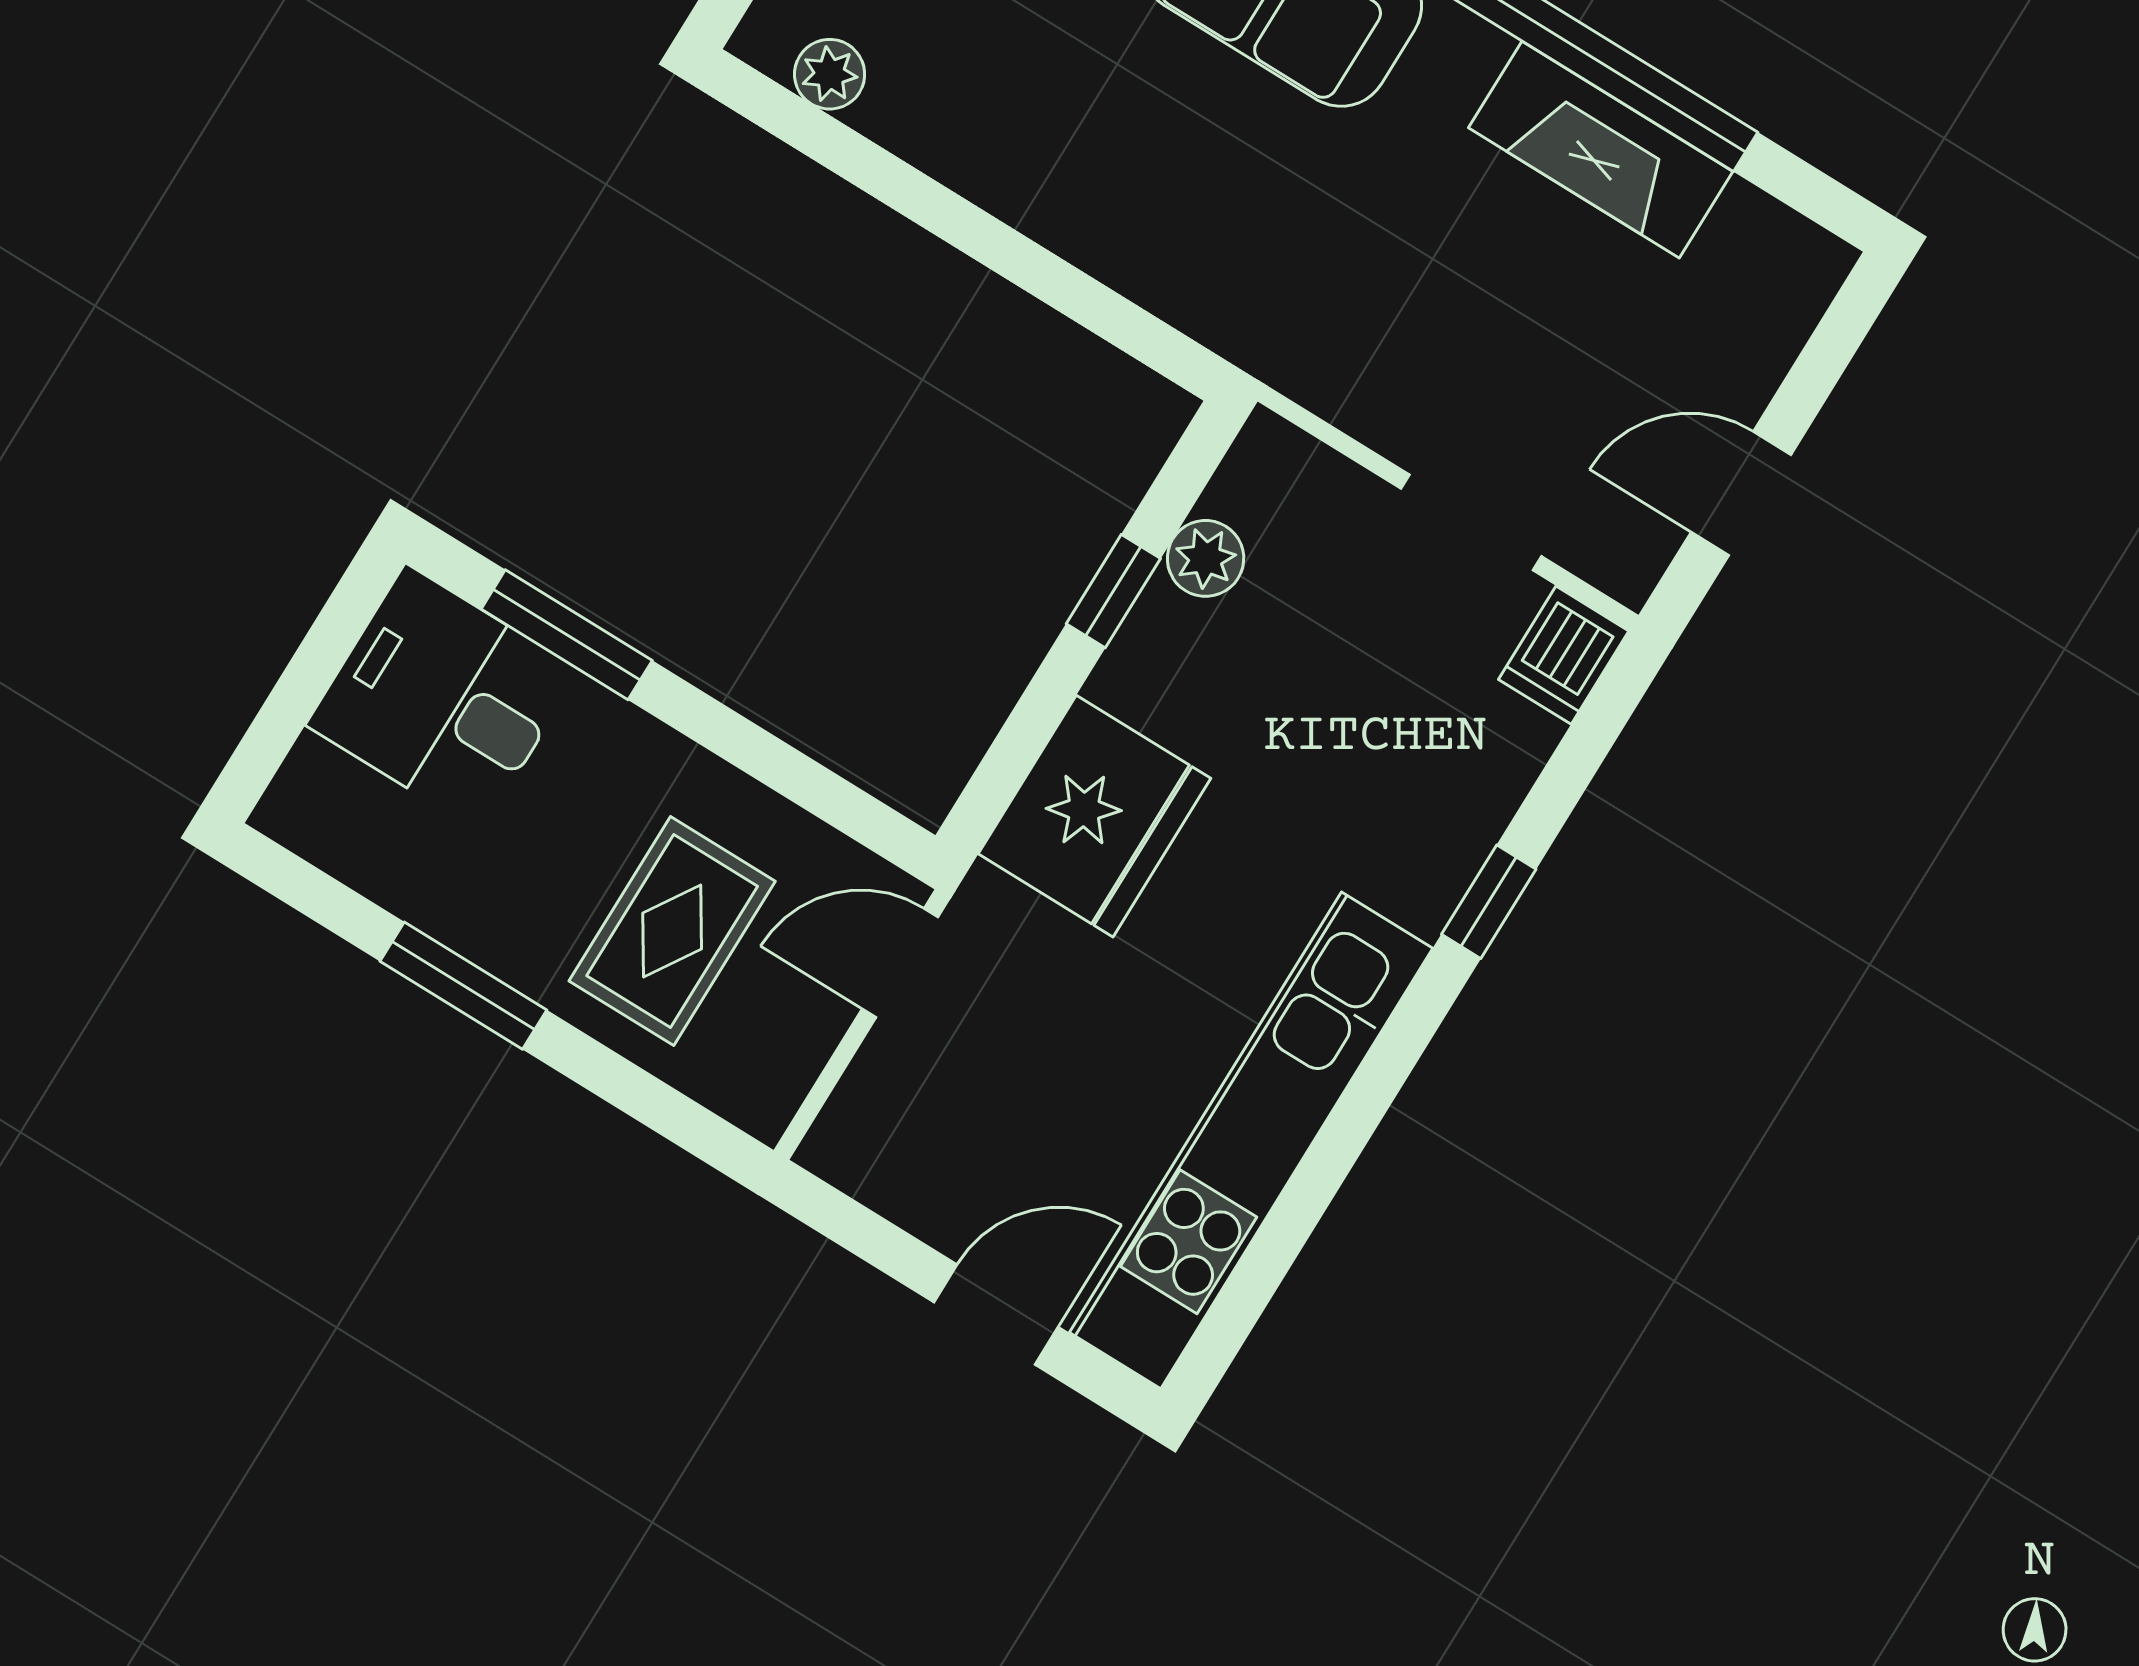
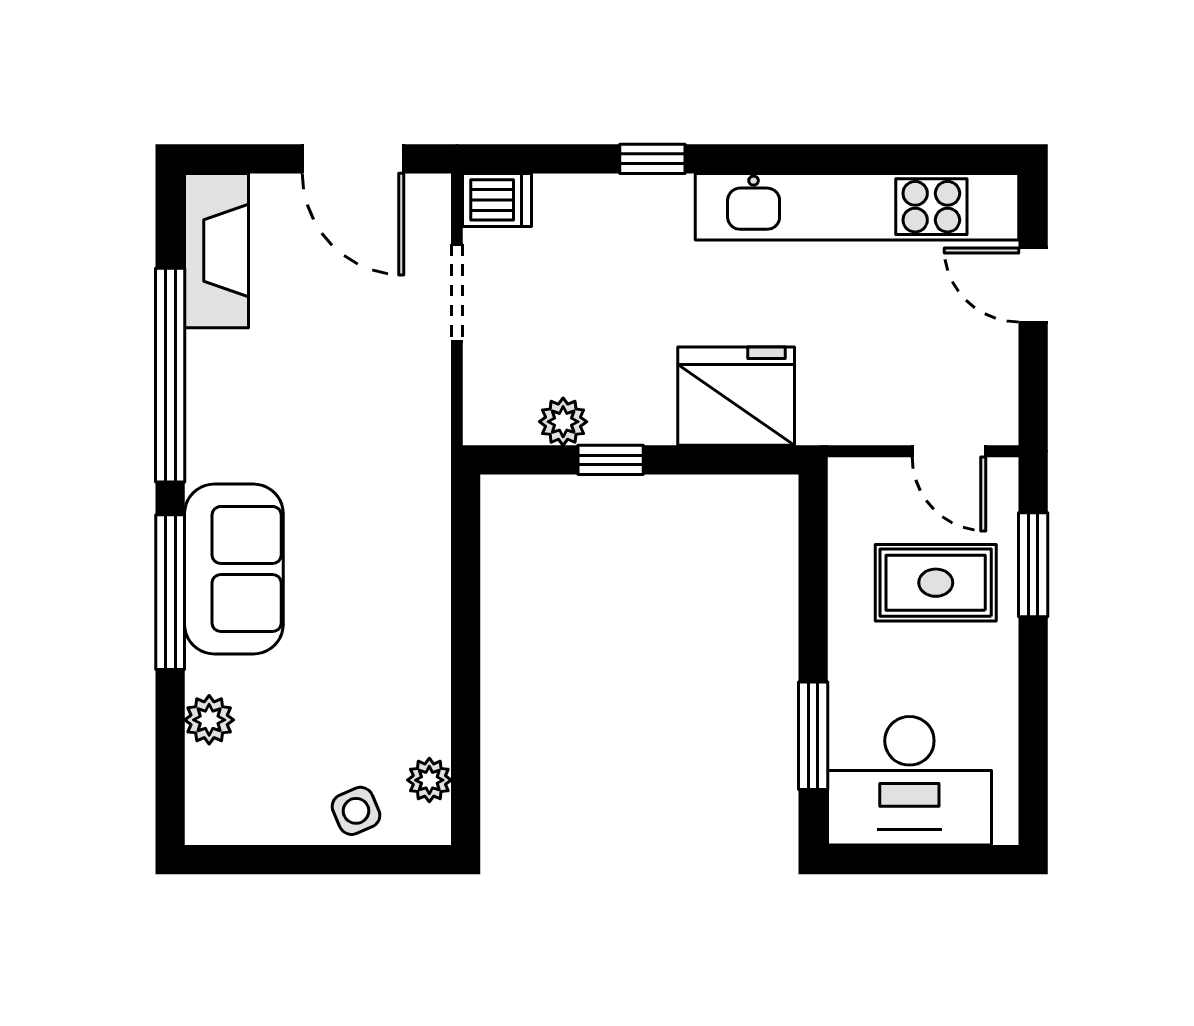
fireplace: (1601, 150) -> (216, 251), moved
door: (1741, 493) -> (353, 159), width x1.38
desk: (443, 698) -> (909, 781), width x1.37
door: (900, 963) -> (949, 451), moved
window: (463, 986) -> (1033, 565), moved

